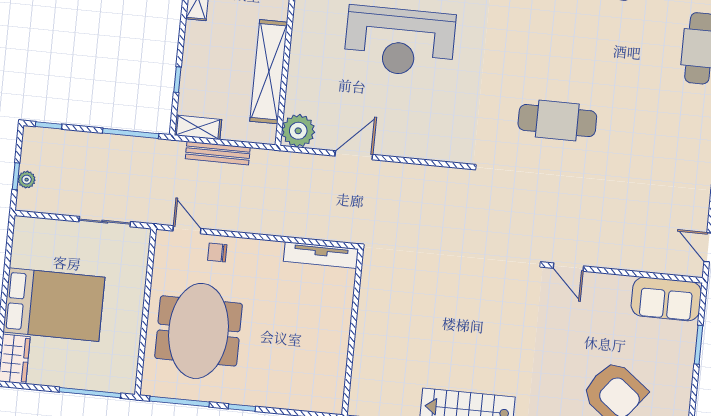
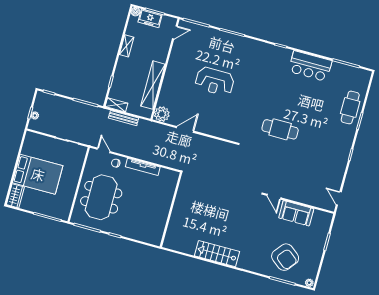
reception desk: (400, 41) -> (215, 81), width x0.74, depth x0.77
tv unit: (321, 255) -> (143, 167), moved
sofa: (666, 299) -> (296, 213), moved

